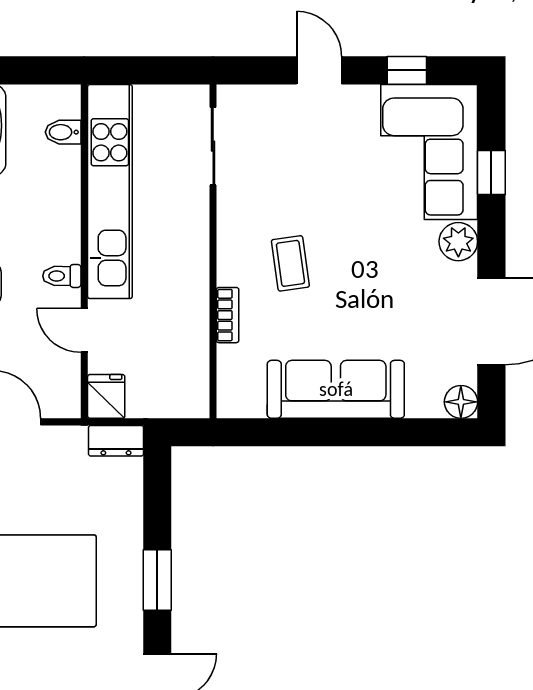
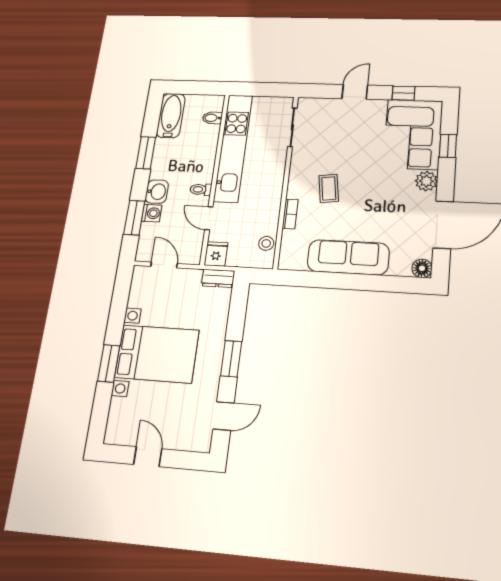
door: (319, 70) -> (355, 92), hinge flipped
stool: (192, 372) -> (266, 243), added

